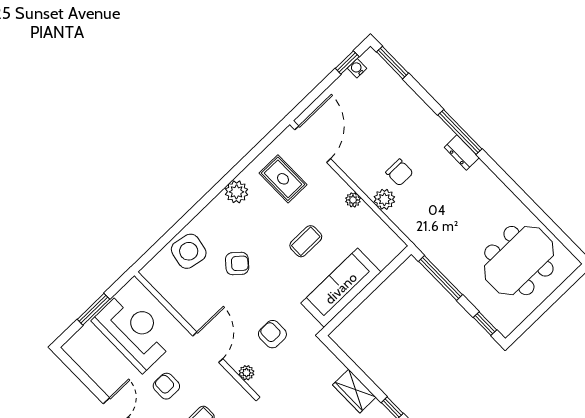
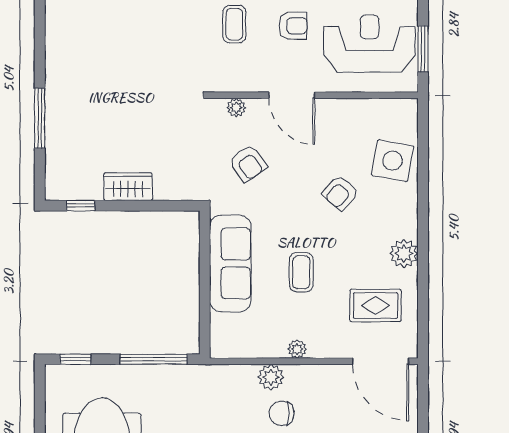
window: (93, 309) -> (423, 49), moved
reception desk: (133, 331) -> (369, 44), turned 180
armchair: (272, 334) -> (248, 163), turned 55

